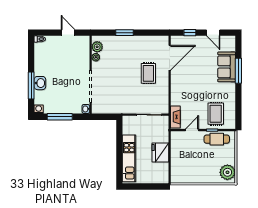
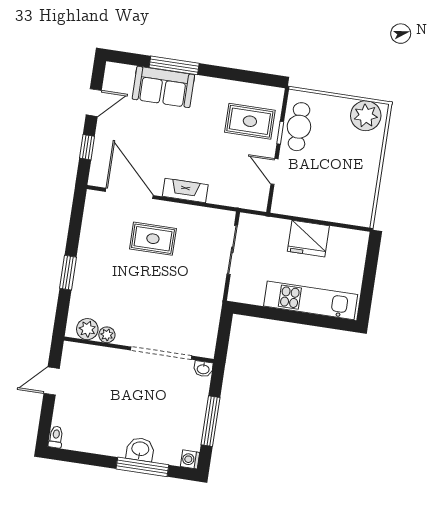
fireplace: (175, 117) -> (185, 190), moved

